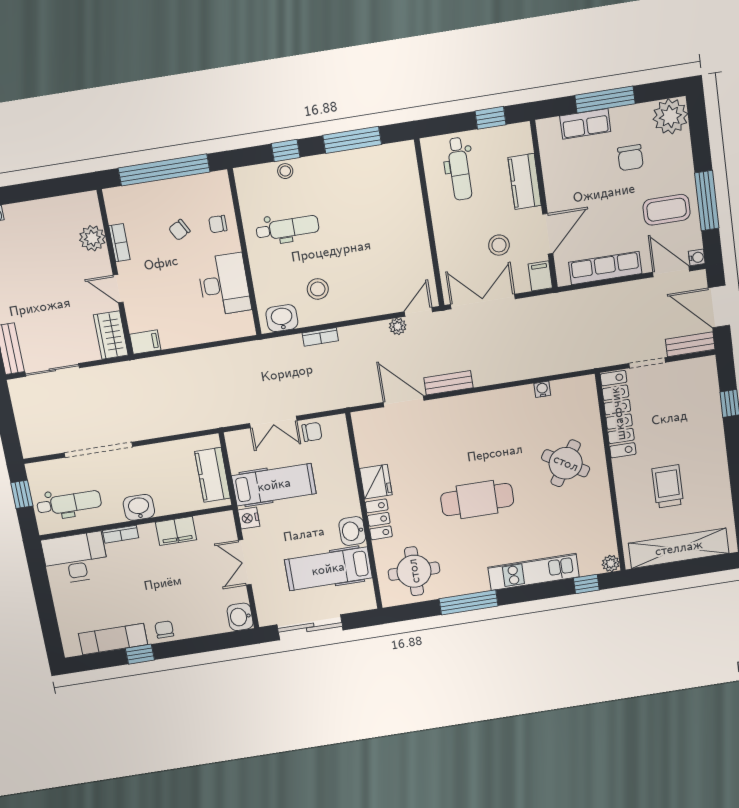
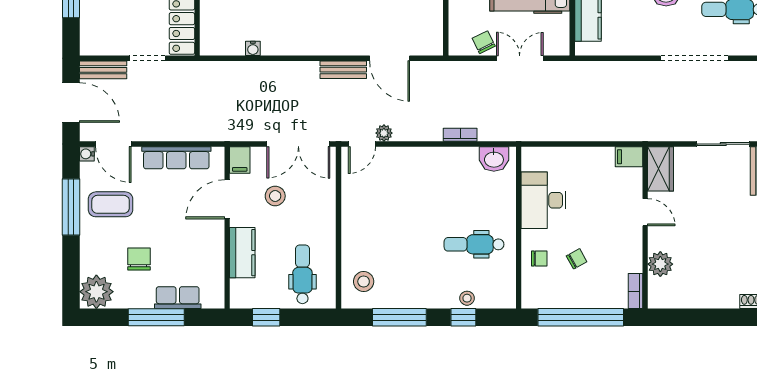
bookcase: (119, 243) -> (635, 291), moved
stool: (318, 289) -> (364, 281), moved
chair: (312, 432) -> (484, 42), turned 64

